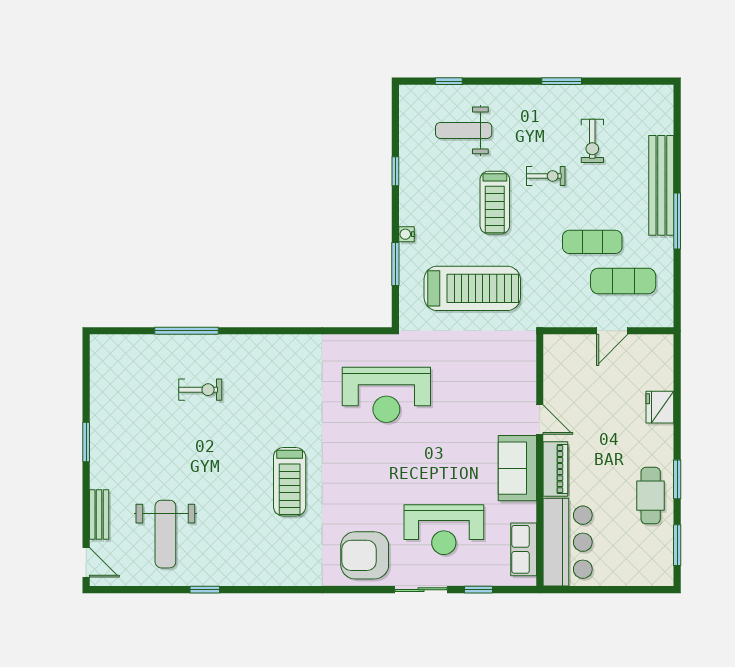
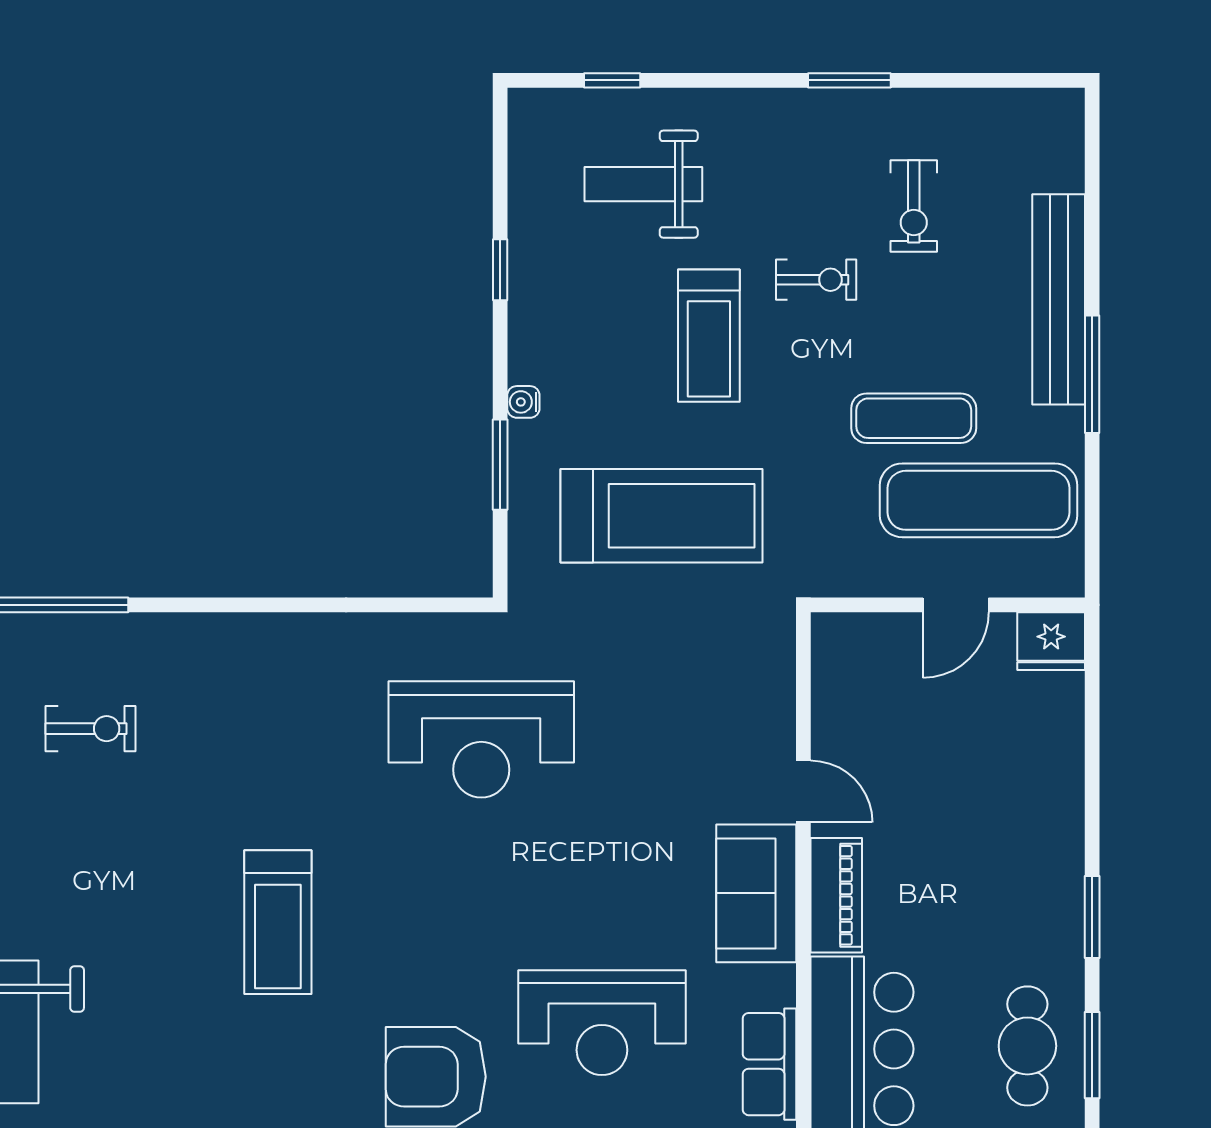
exercise mat: (623, 281) -> (979, 500), width x1.36, depth x1.45
fridge: (660, 407) -> (1051, 641), moved, turned -90
cafe table: (651, 496) -> (1027, 1046), moved

